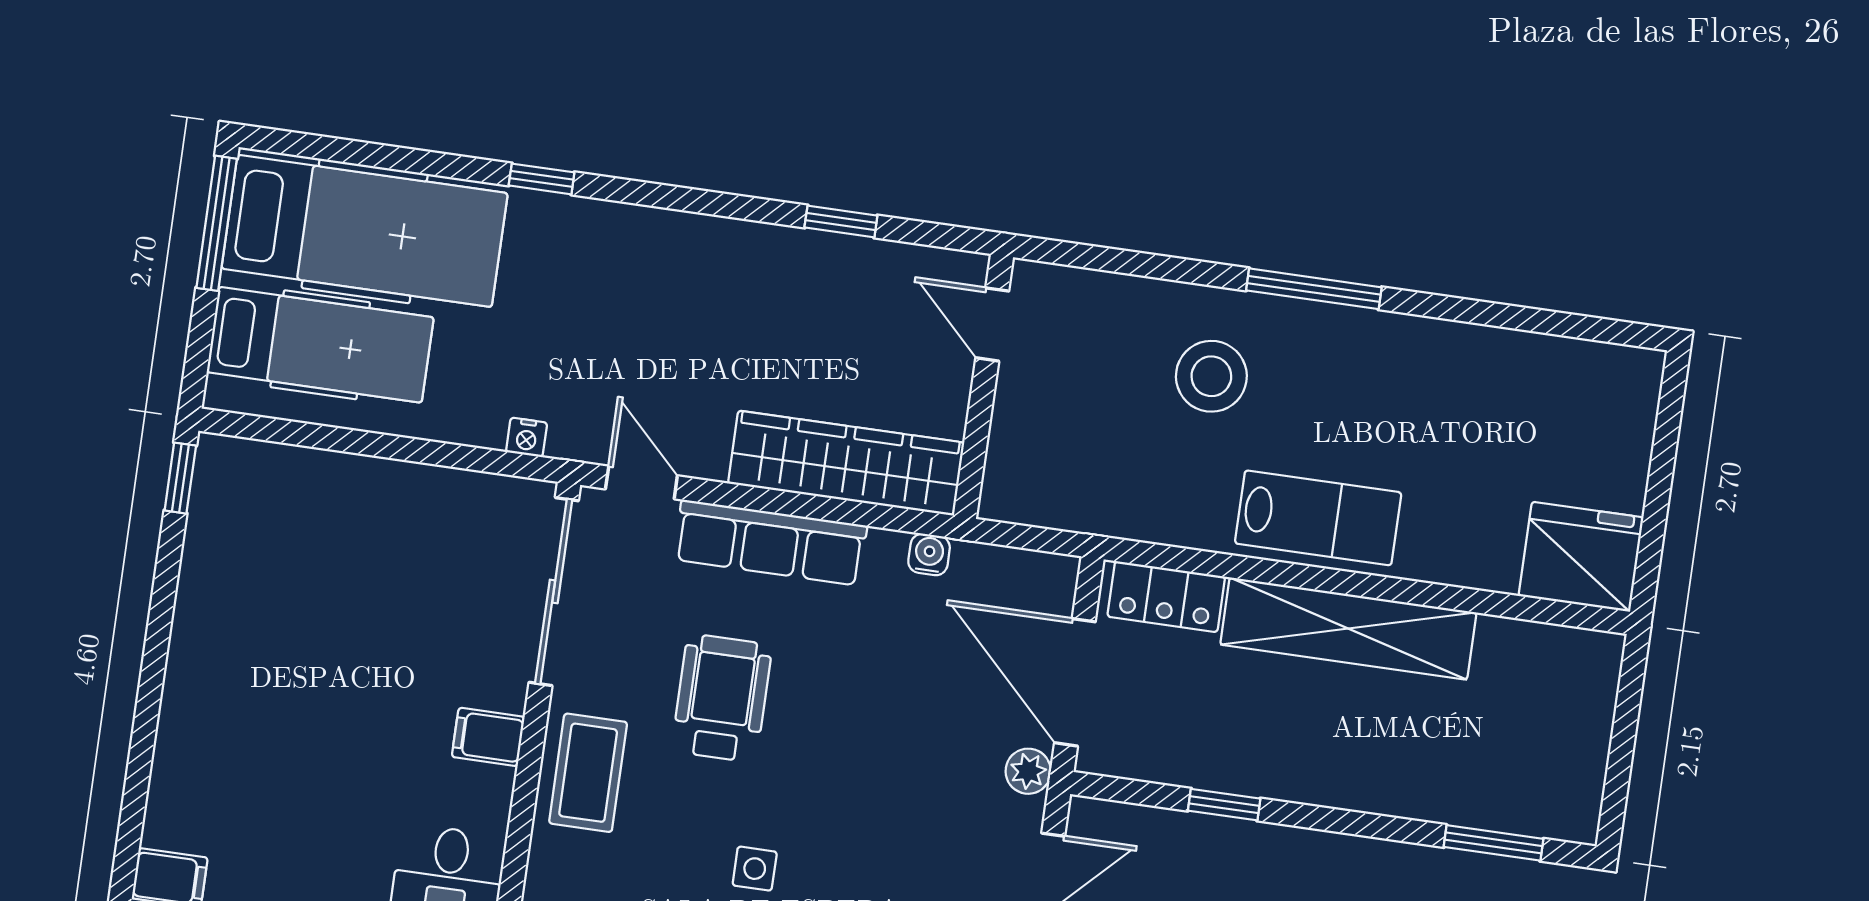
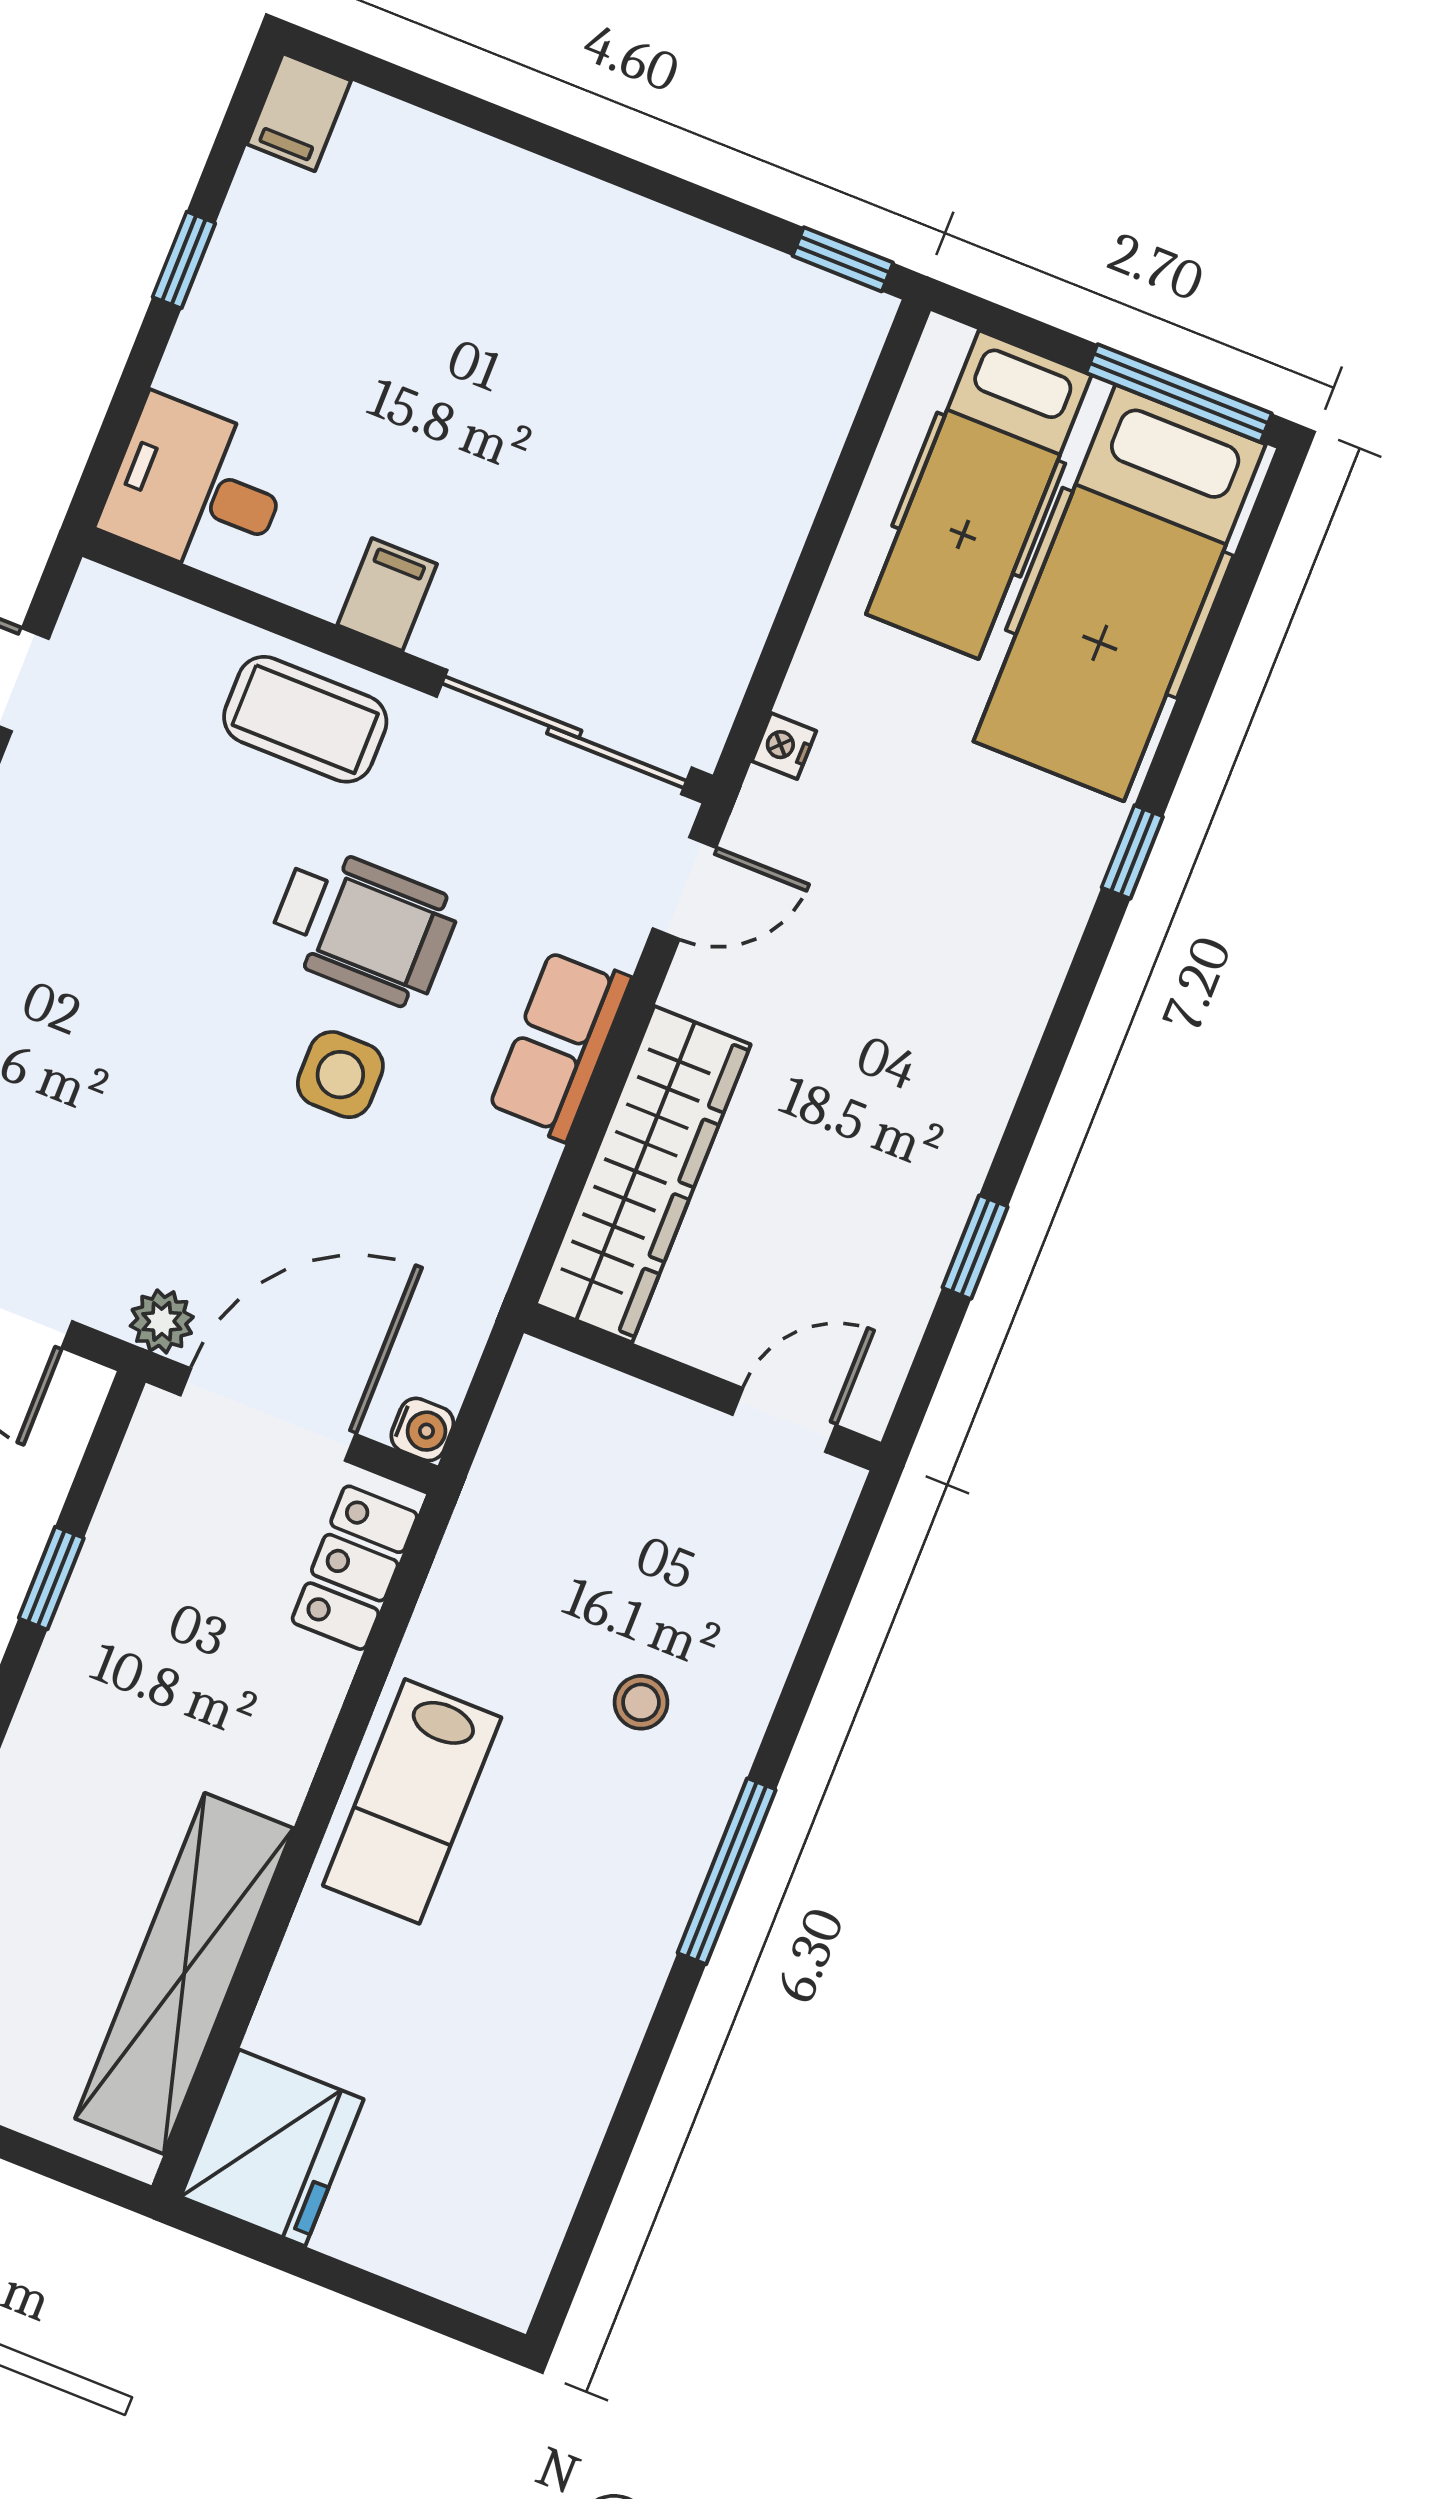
stool: (1211, 376) -> (641, 1702), width x0.53, depth x0.53
row of seats: (770, 543) -> (559, 1044), width x0.68
water cooler: (929, 554) -> (422, 1429), moved
shelving: (1348, 629) -> (184, 1973), moved
side table: (755, 869) -> (340, 1075), moved, width x1.37, depth x1.37

